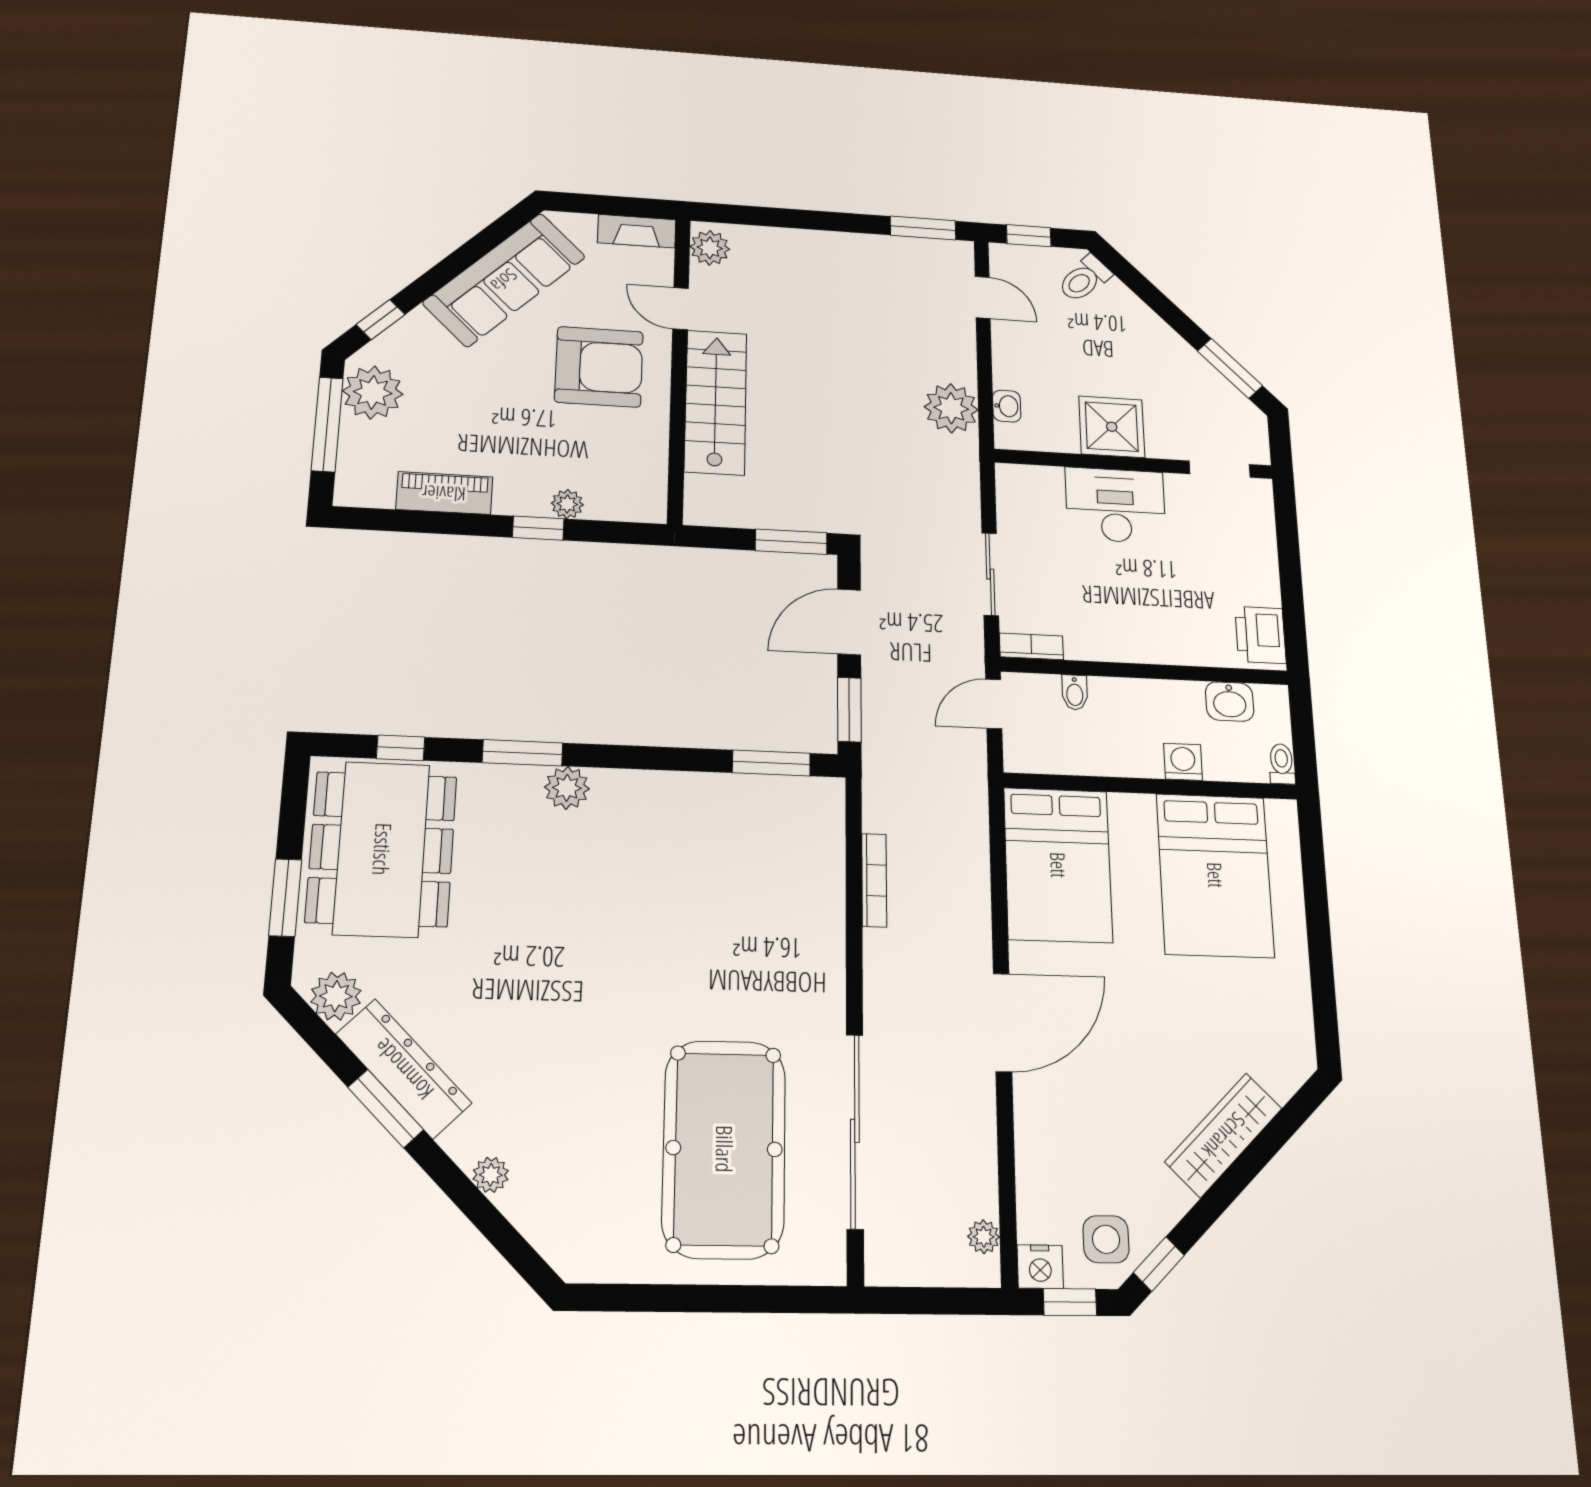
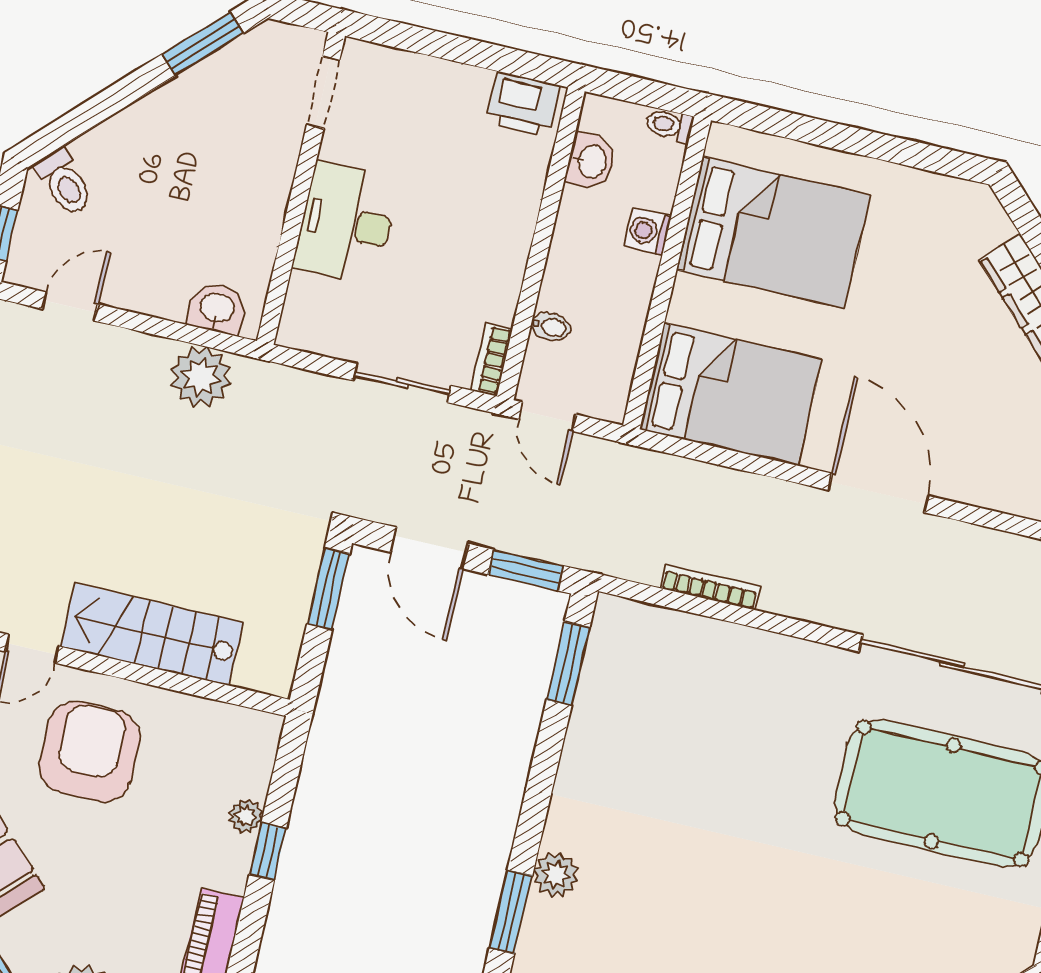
washbasin: (1007, 406) -> (217, 308), width x1.38, depth x1.45
shower: (1112, 427) -> (252, 201), removed

